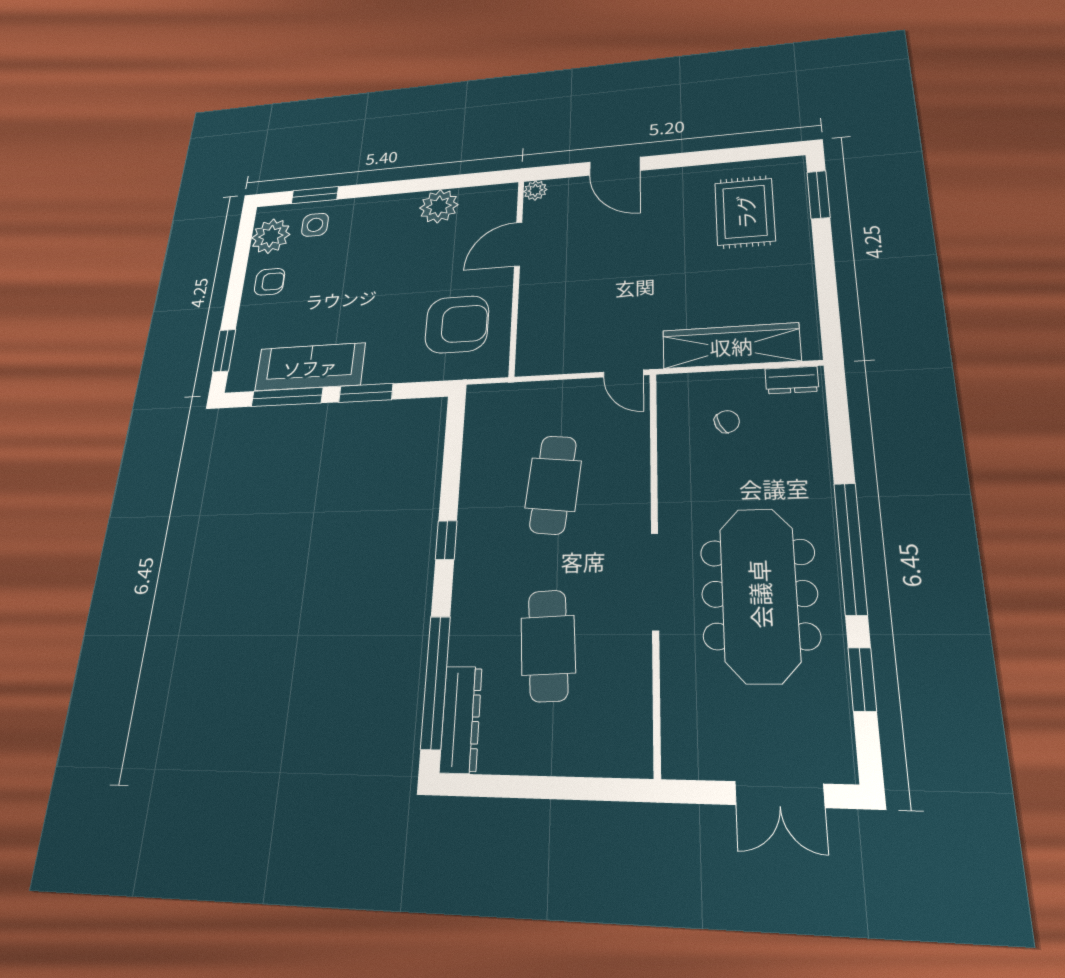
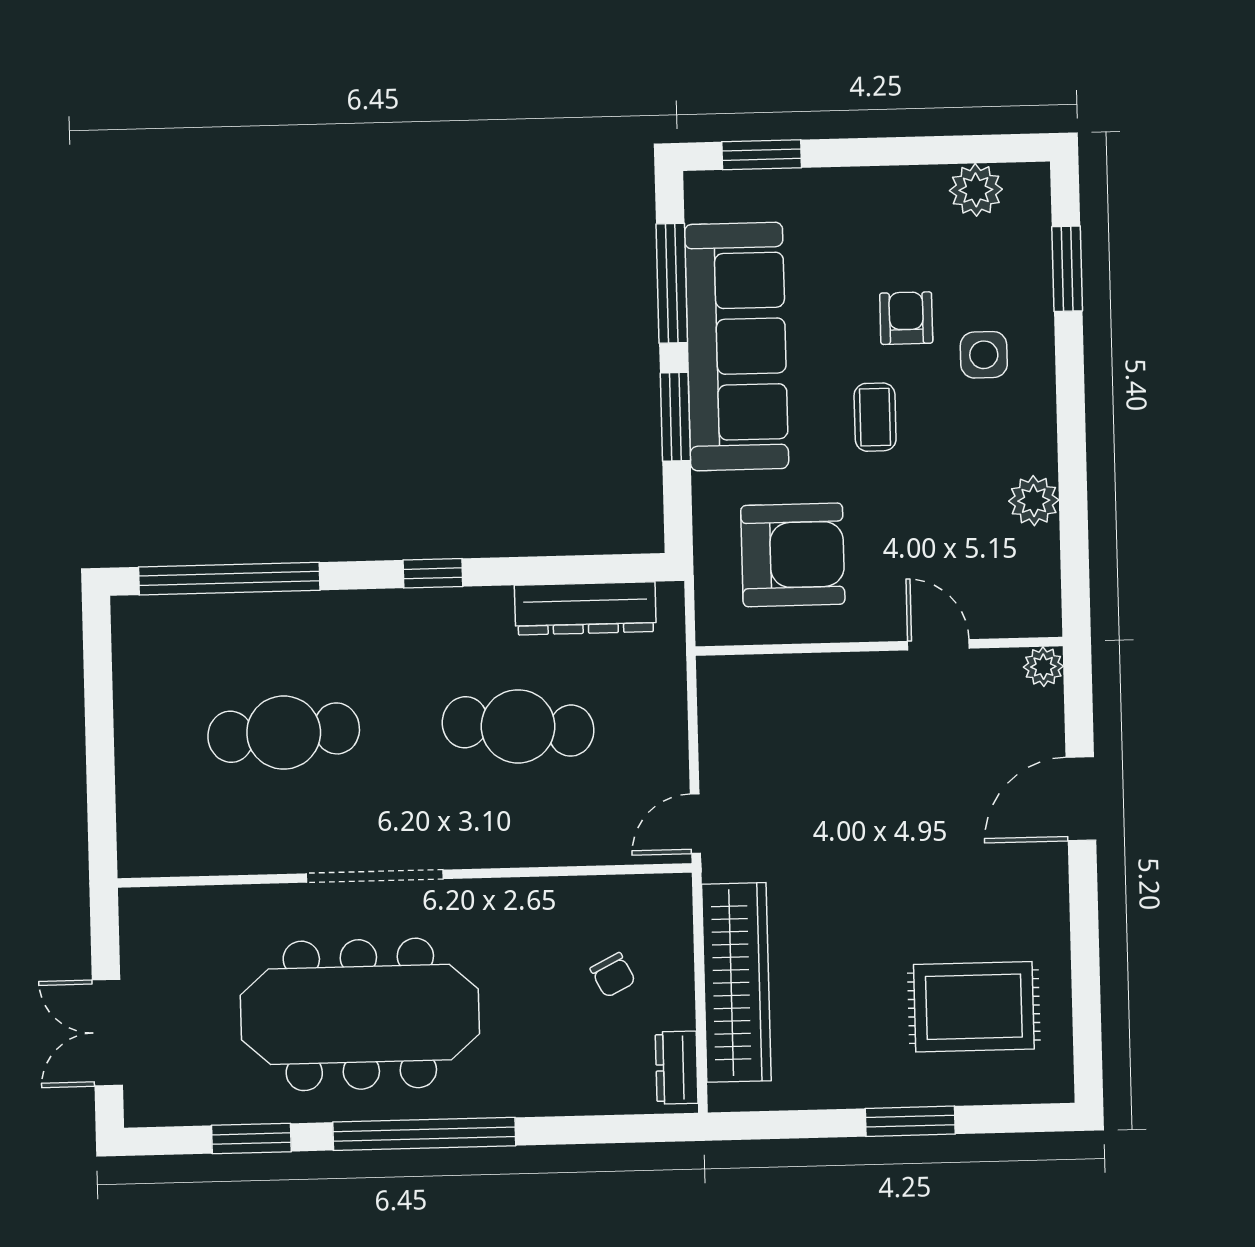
window: (818, 195) -> (910, 1121), moved
plant: (439, 206) -> (1034, 501), width x0.73, depth x0.73
side table: (315, 225) -> (984, 355), moved
plant: (271, 236) -> (976, 190), width x0.73, depth x0.73
door: (518, 244) -> (938, 645), width x0.73
armchair: (270, 282) -> (906, 318), moved, turned 180
coffee table: (381, 284) -> (875, 417), added
armchair: (457, 324) -> (793, 555), turned -90
sofa: (310, 367) -> (737, 347), width x1.36, depth x1.27
dresser: (461, 719) -> (585, 608), moved

